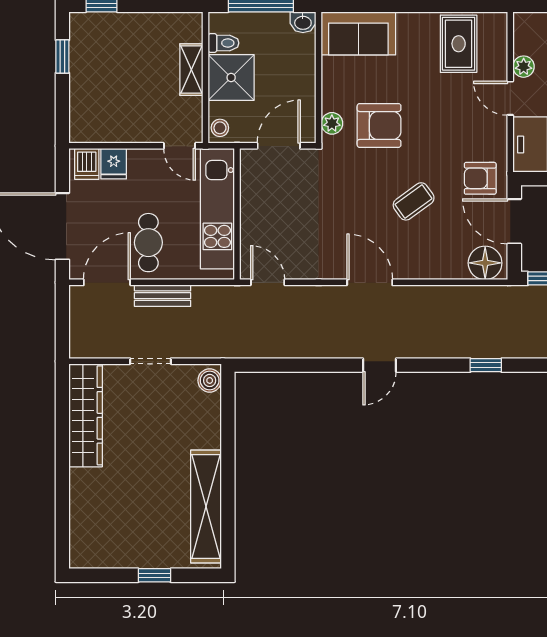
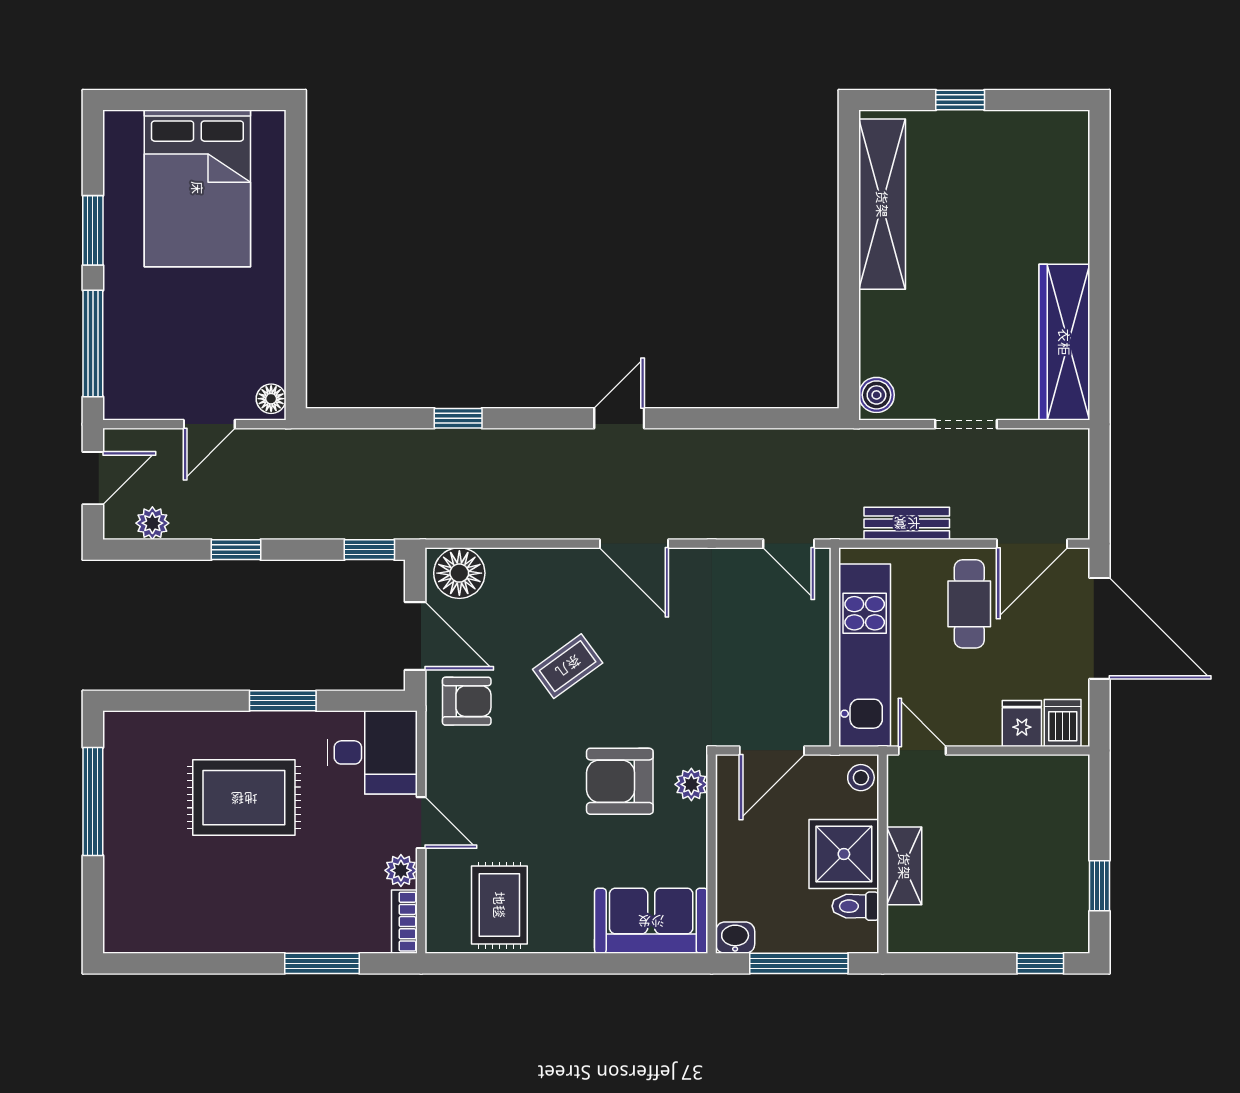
bookcase: (521, 33) -> (404, 922), added
bench: (163, 296) -> (907, 523), moved

